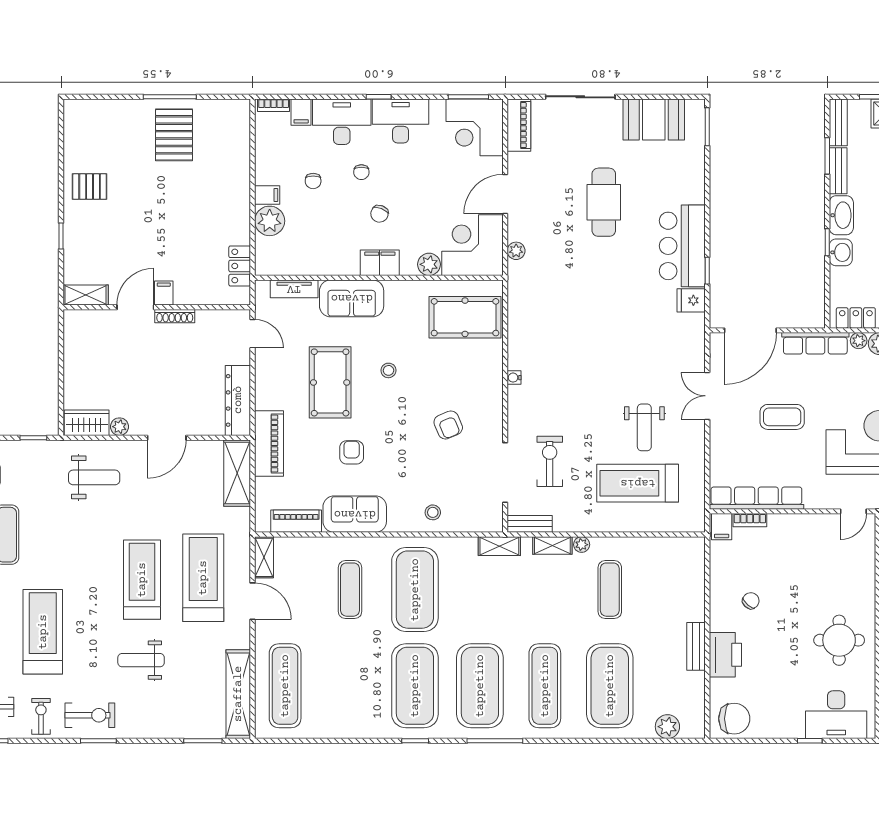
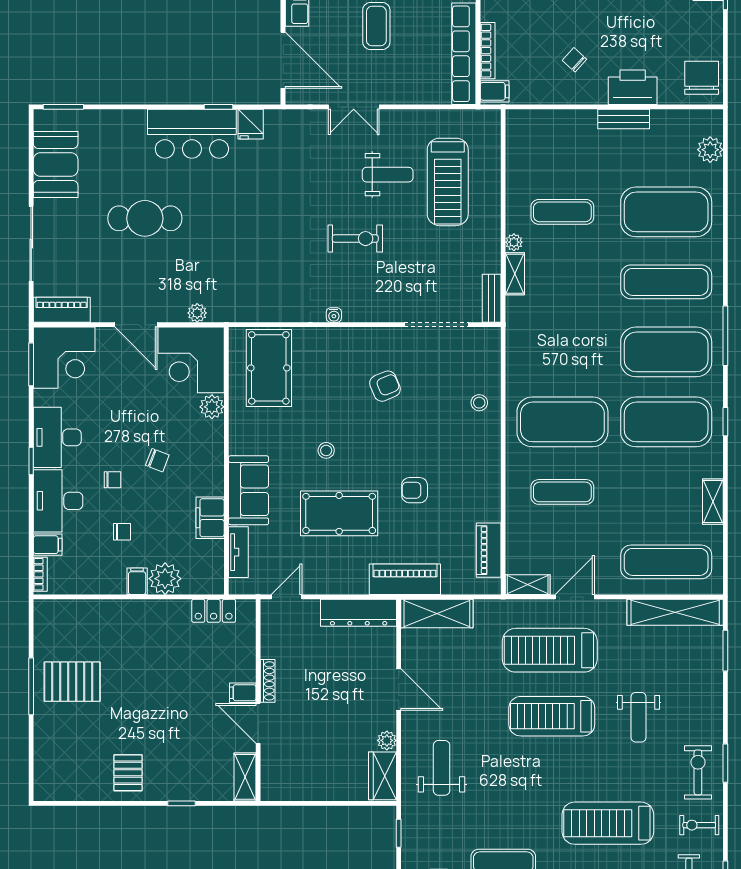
filing cabinet: (380, 263) -> (210, 518), moved
exercise bike: (550, 461) -> (355, 239), moved, turned 180
sofa: (355, 514) -> (481, 487), removed
bookcase: (750, 520) -> (488, 51), width x1.56
shelving: (499, 546) -> (713, 502), moved

